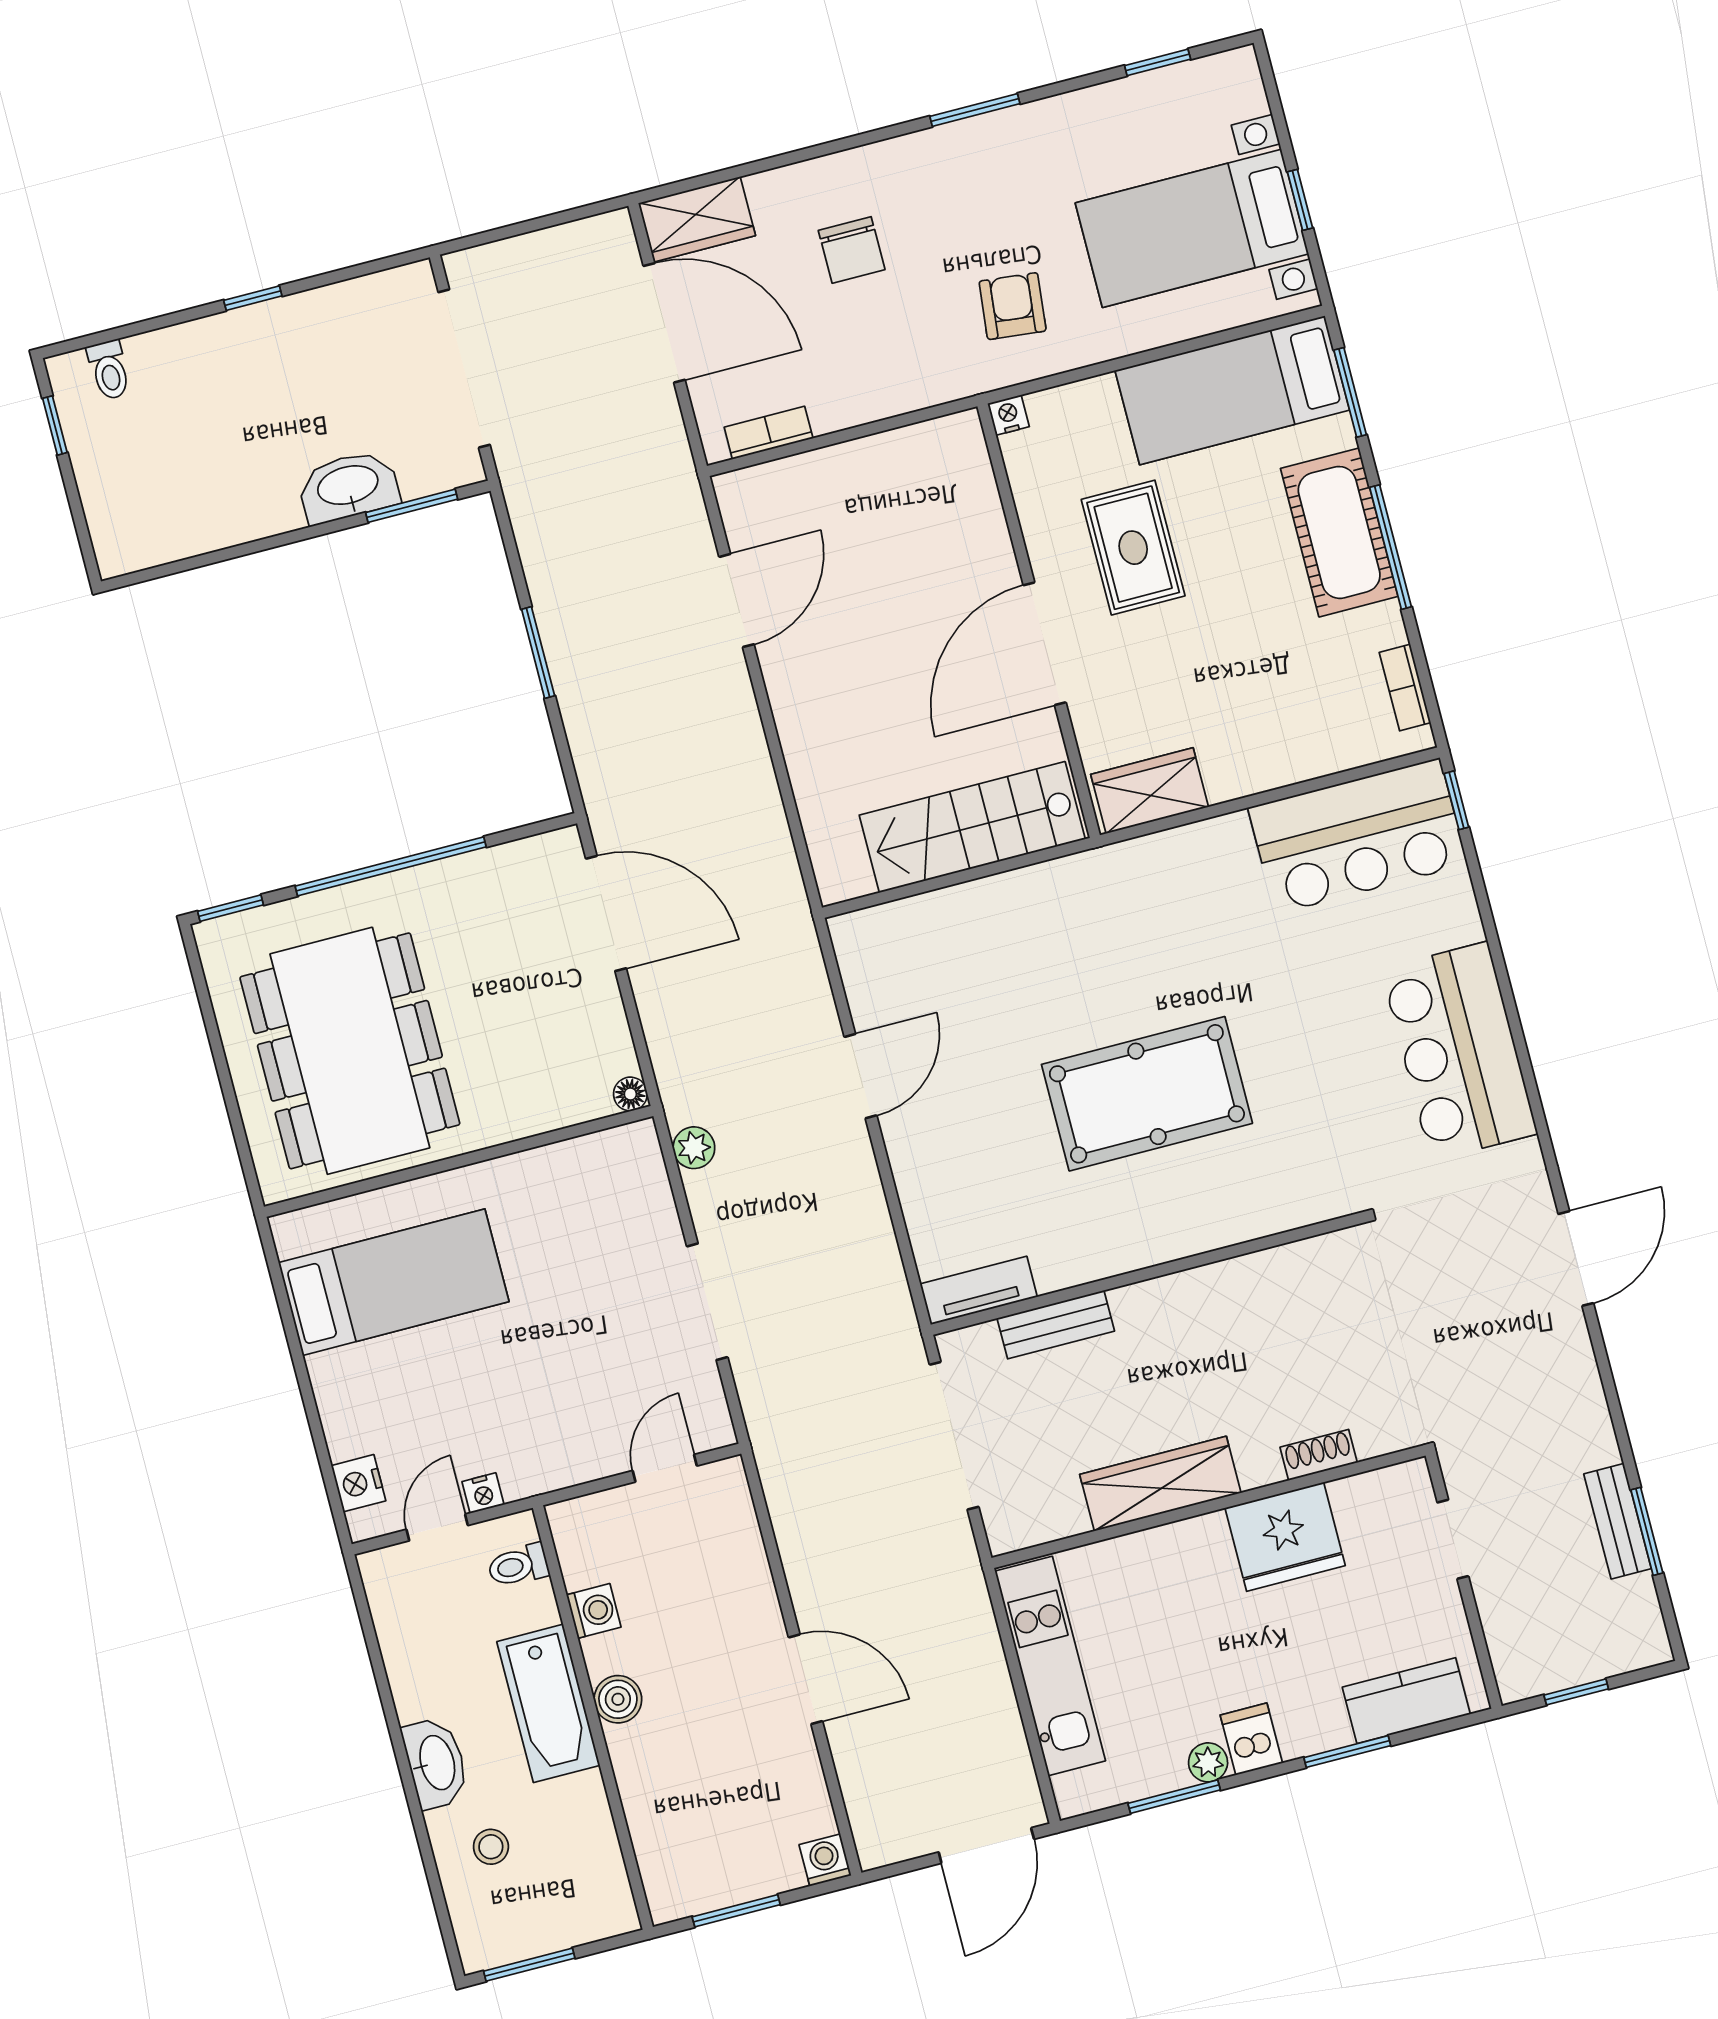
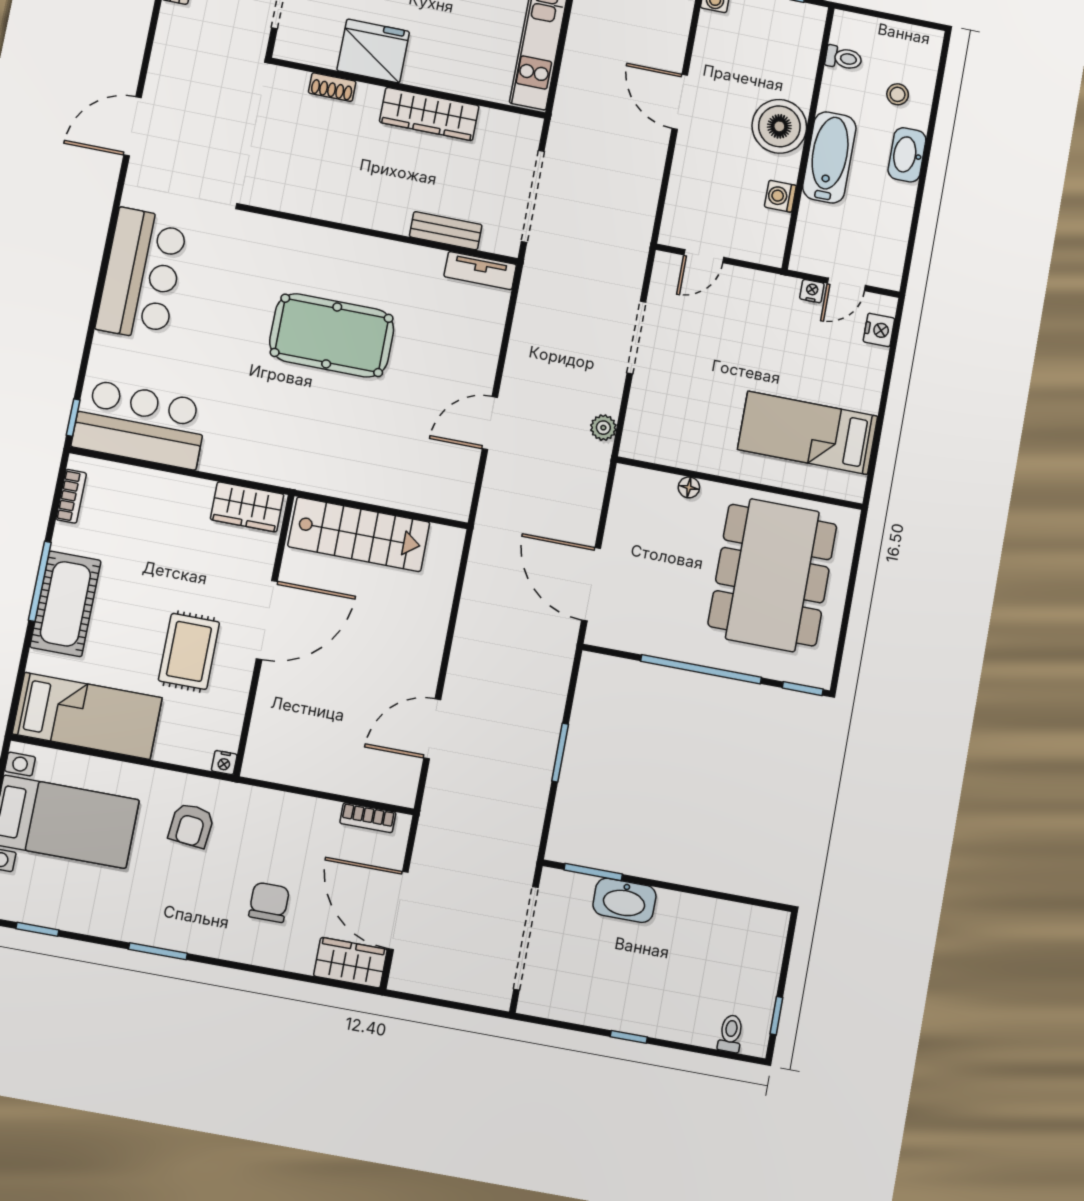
window: (1350, 392) -> (19, 682), removed
floor lamp: (630, 1094) -> (689, 487), moved
toilet: (518, 1566) -> (844, 58), moved
boiler: (618, 1699) -> (779, 126), width x1.86, depth x1.86
window: (529, 1965) -> (906, 20), removed

